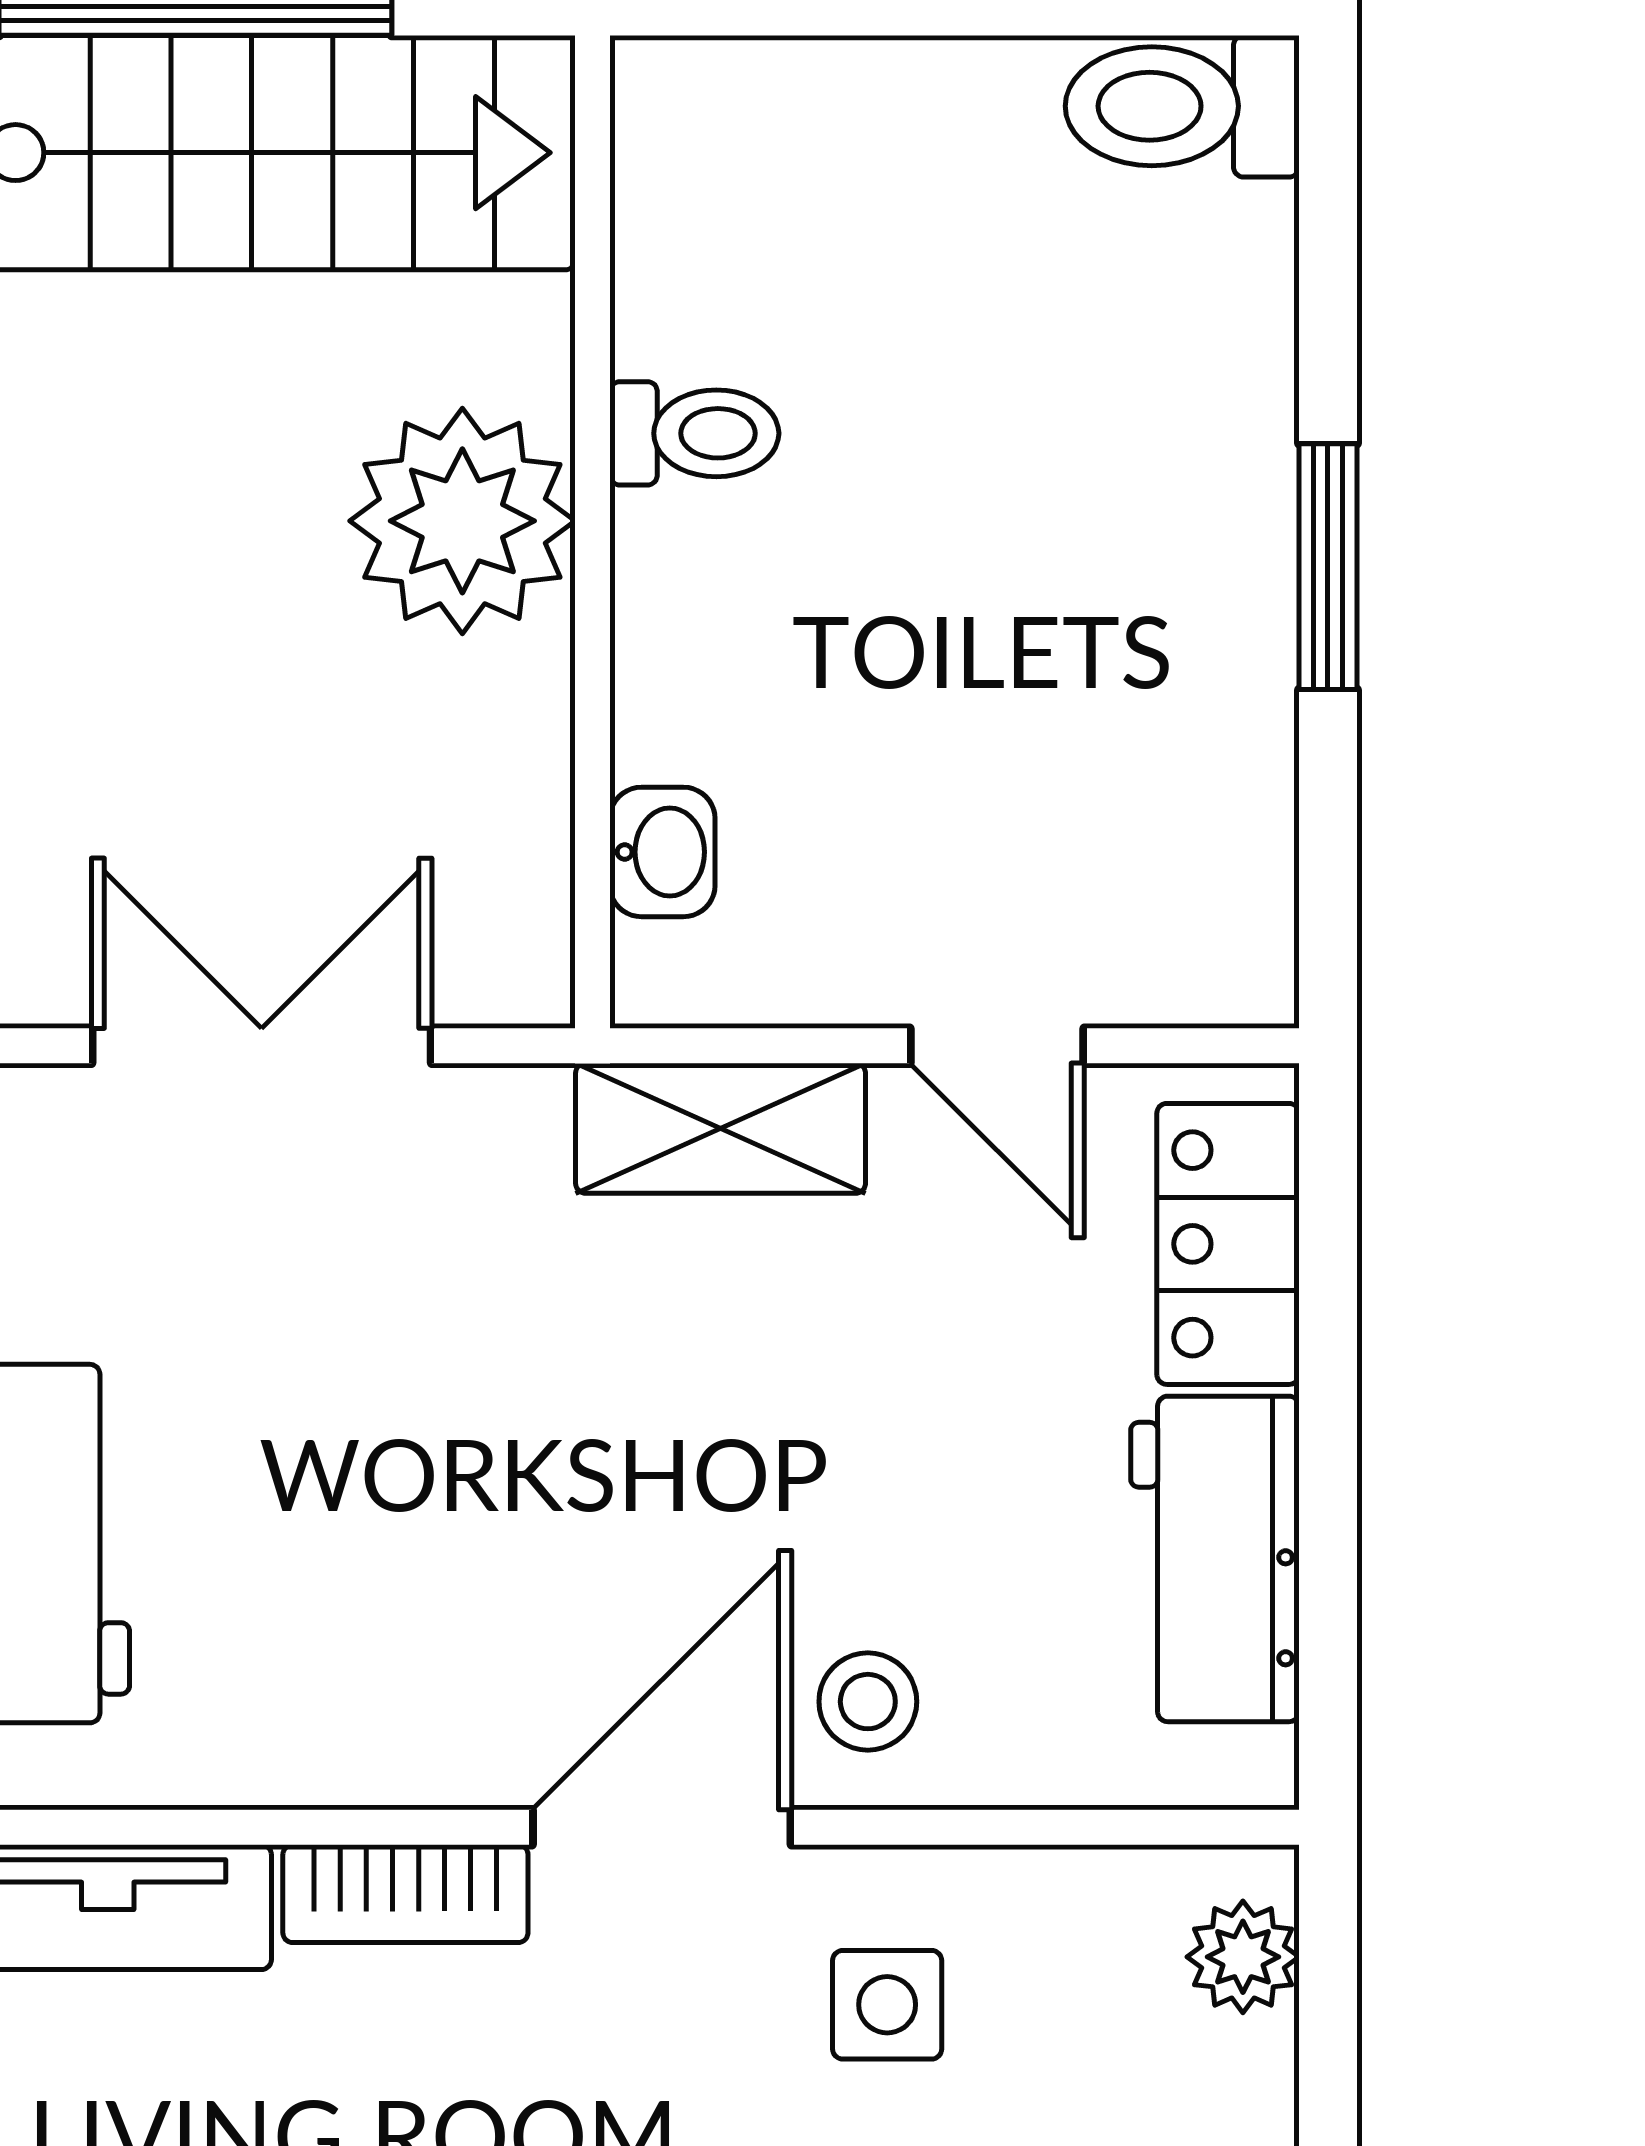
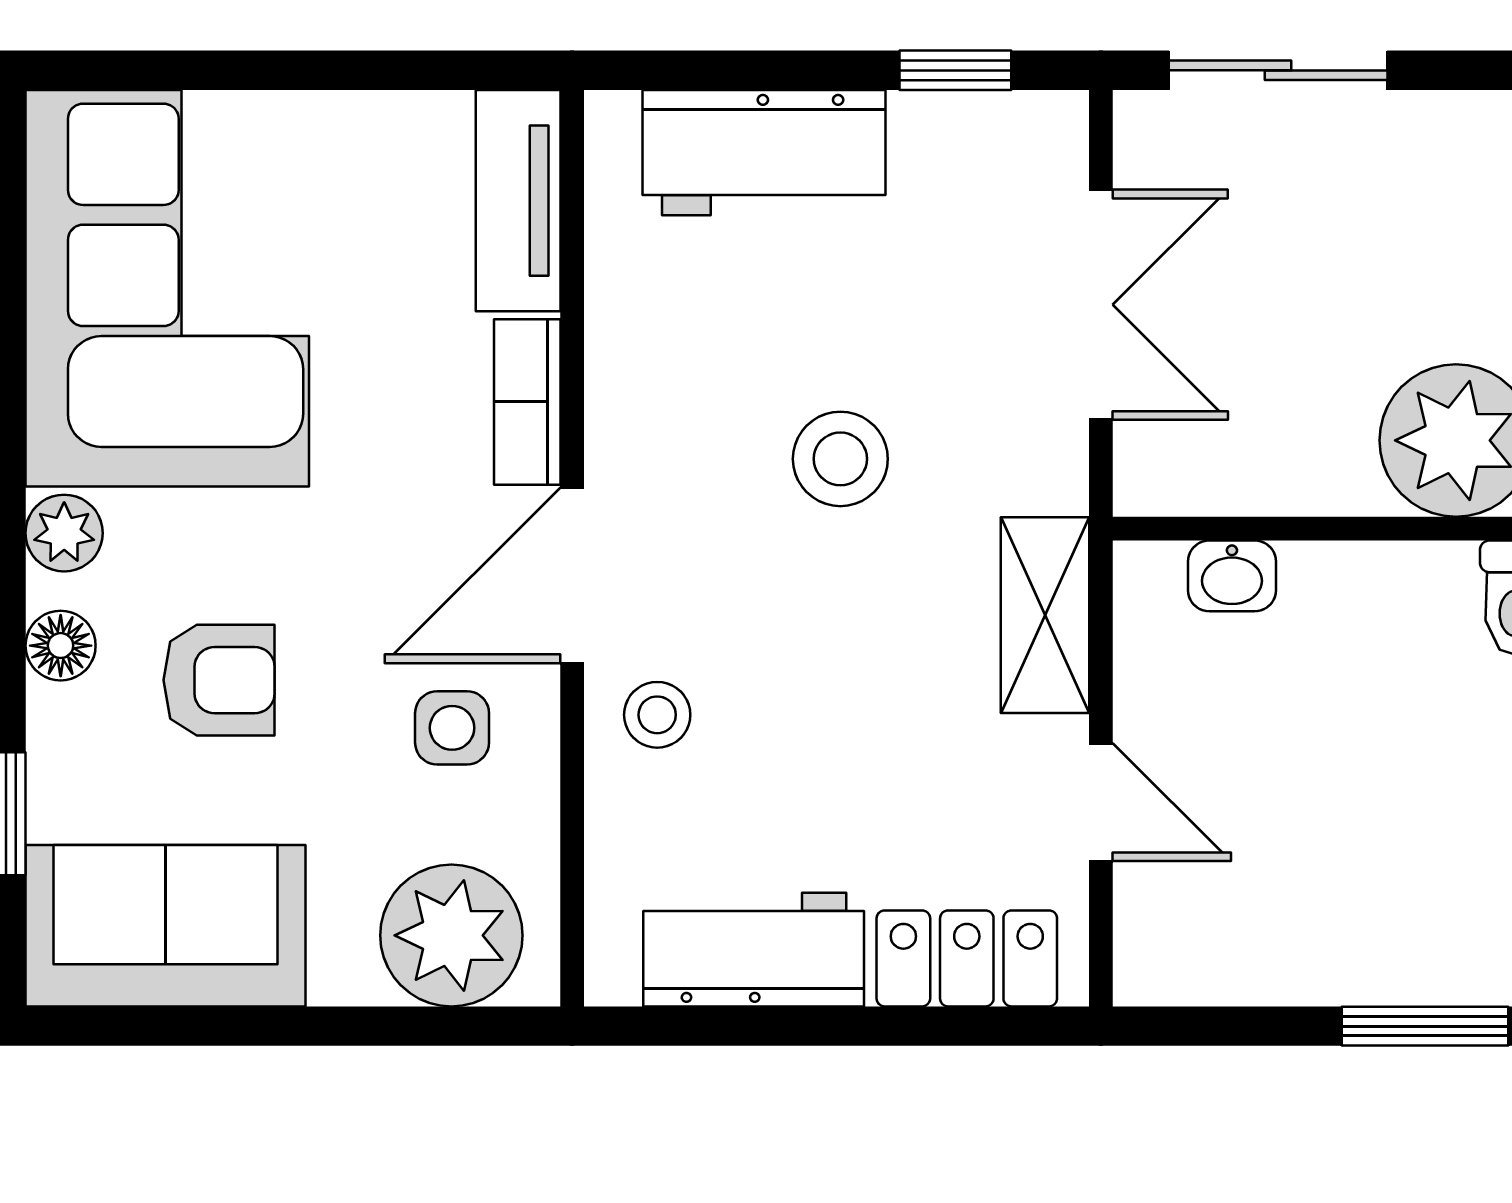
door: (997, 1046) -> (1101, 802), swing flipped
stool: (490, 1431) -> (840, 459), added
door: (662, 1827) -> (572, 575), swing flipped
plant: (1243, 1957) -> (451, 935), width x1.88, depth x1.88

